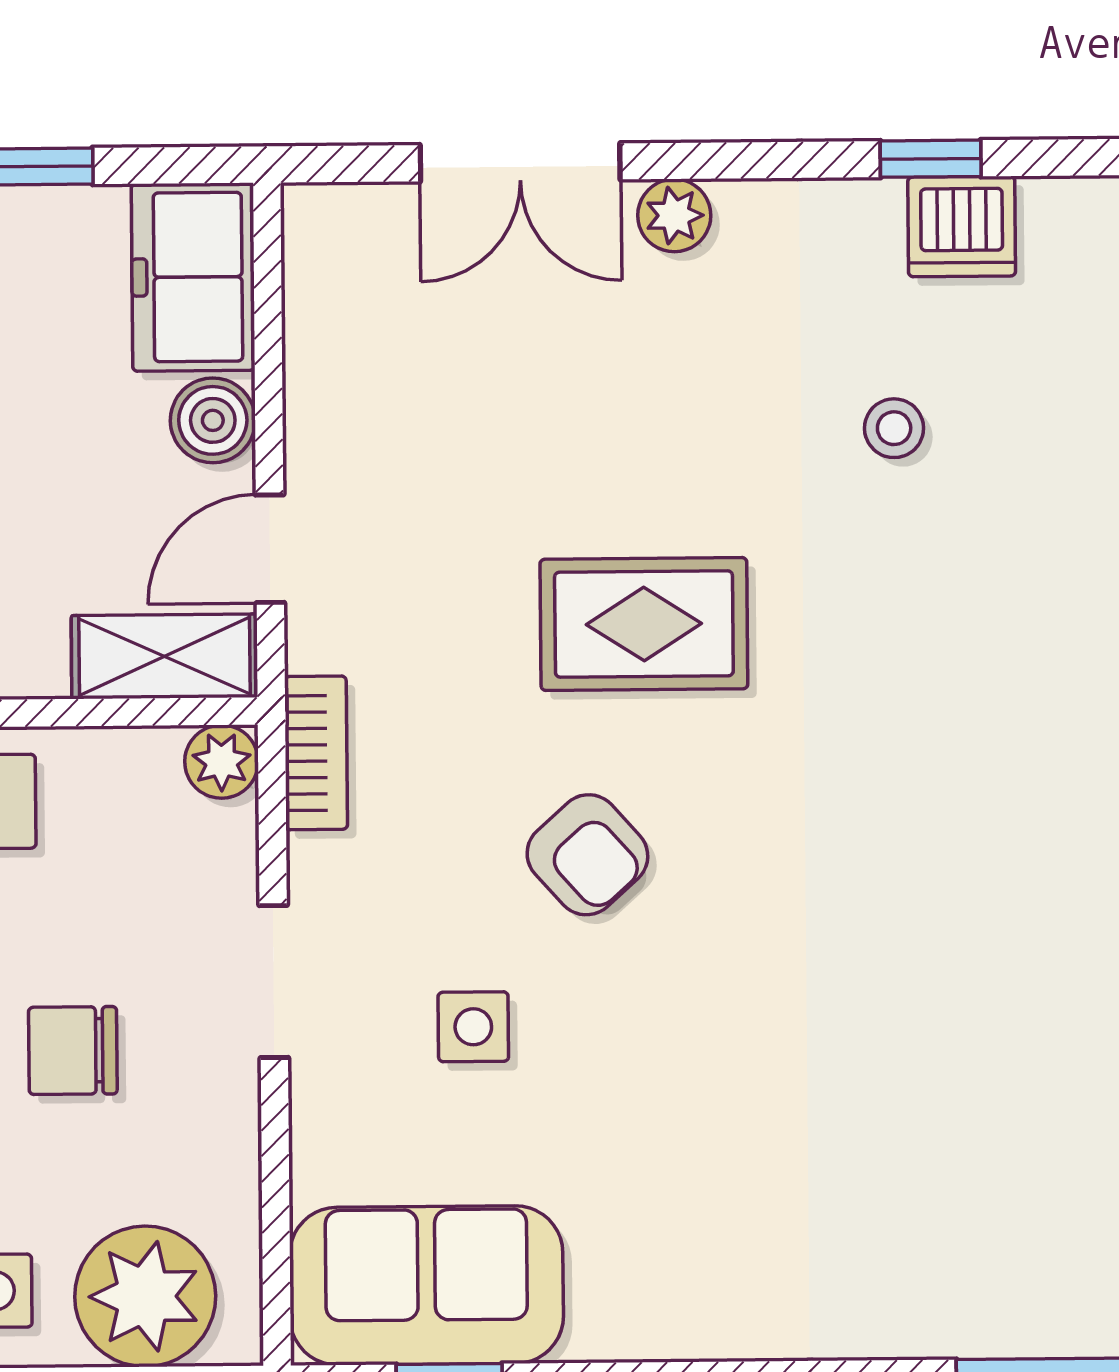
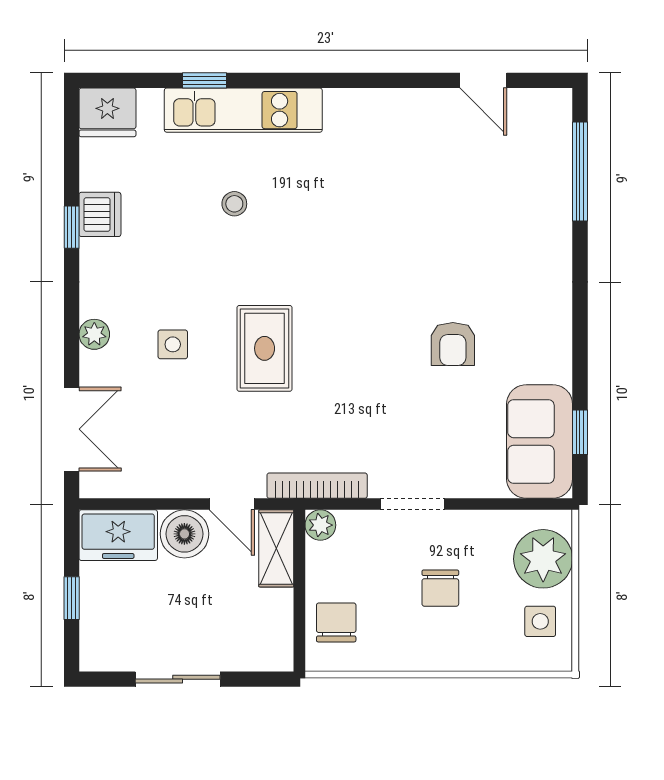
double door: (520, 162) -> (72, 429), moved
boiler: (213, 420) -> (184, 534), width x1.36, depth x1.36
stool: (894, 428) -> (234, 204), moved
bookcase: (316, 753) -> (317, 486), width x1.56
armchair: (587, 855) -> (453, 344), moved, turned 132
side table: (473, 1027) -> (173, 344), moved

